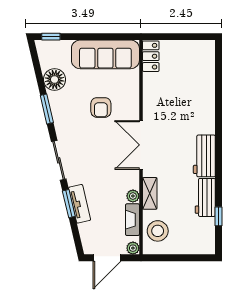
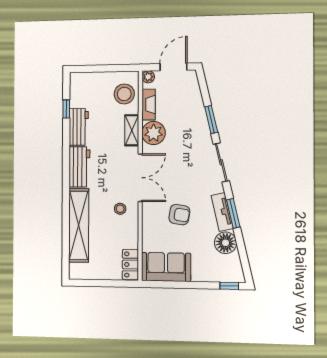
sofa: (105, 54) -> (166, 267), width x0.73
shelving: (205, 96) -> (79, 225), added
armchair: (101, 107) -> (179, 215), turned 99
stool: (162, 113) -> (120, 209), added
plant: (133, 196) -> (154, 133), width x1.88, depth x1.88
tv unit: (80, 204) -> (222, 212), moved

